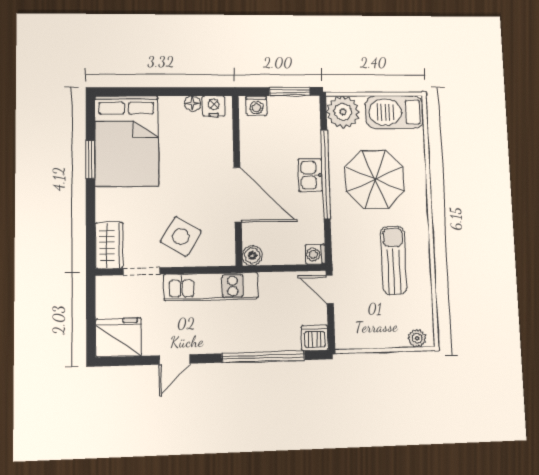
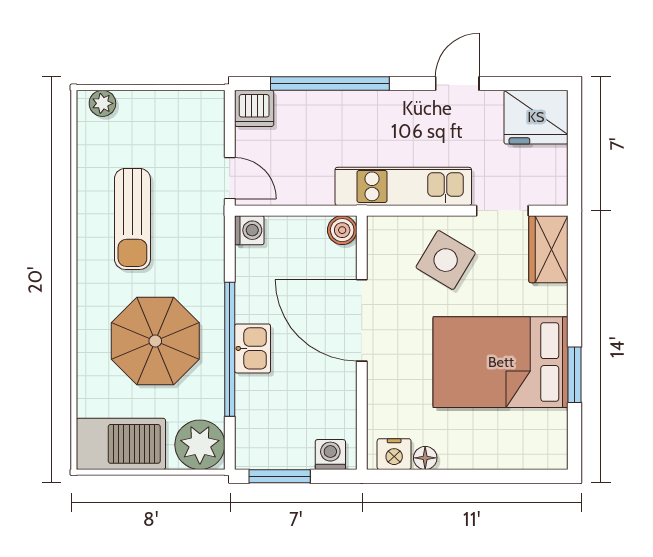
bed: (127, 141) -> (501, 362), moved, turned -90

